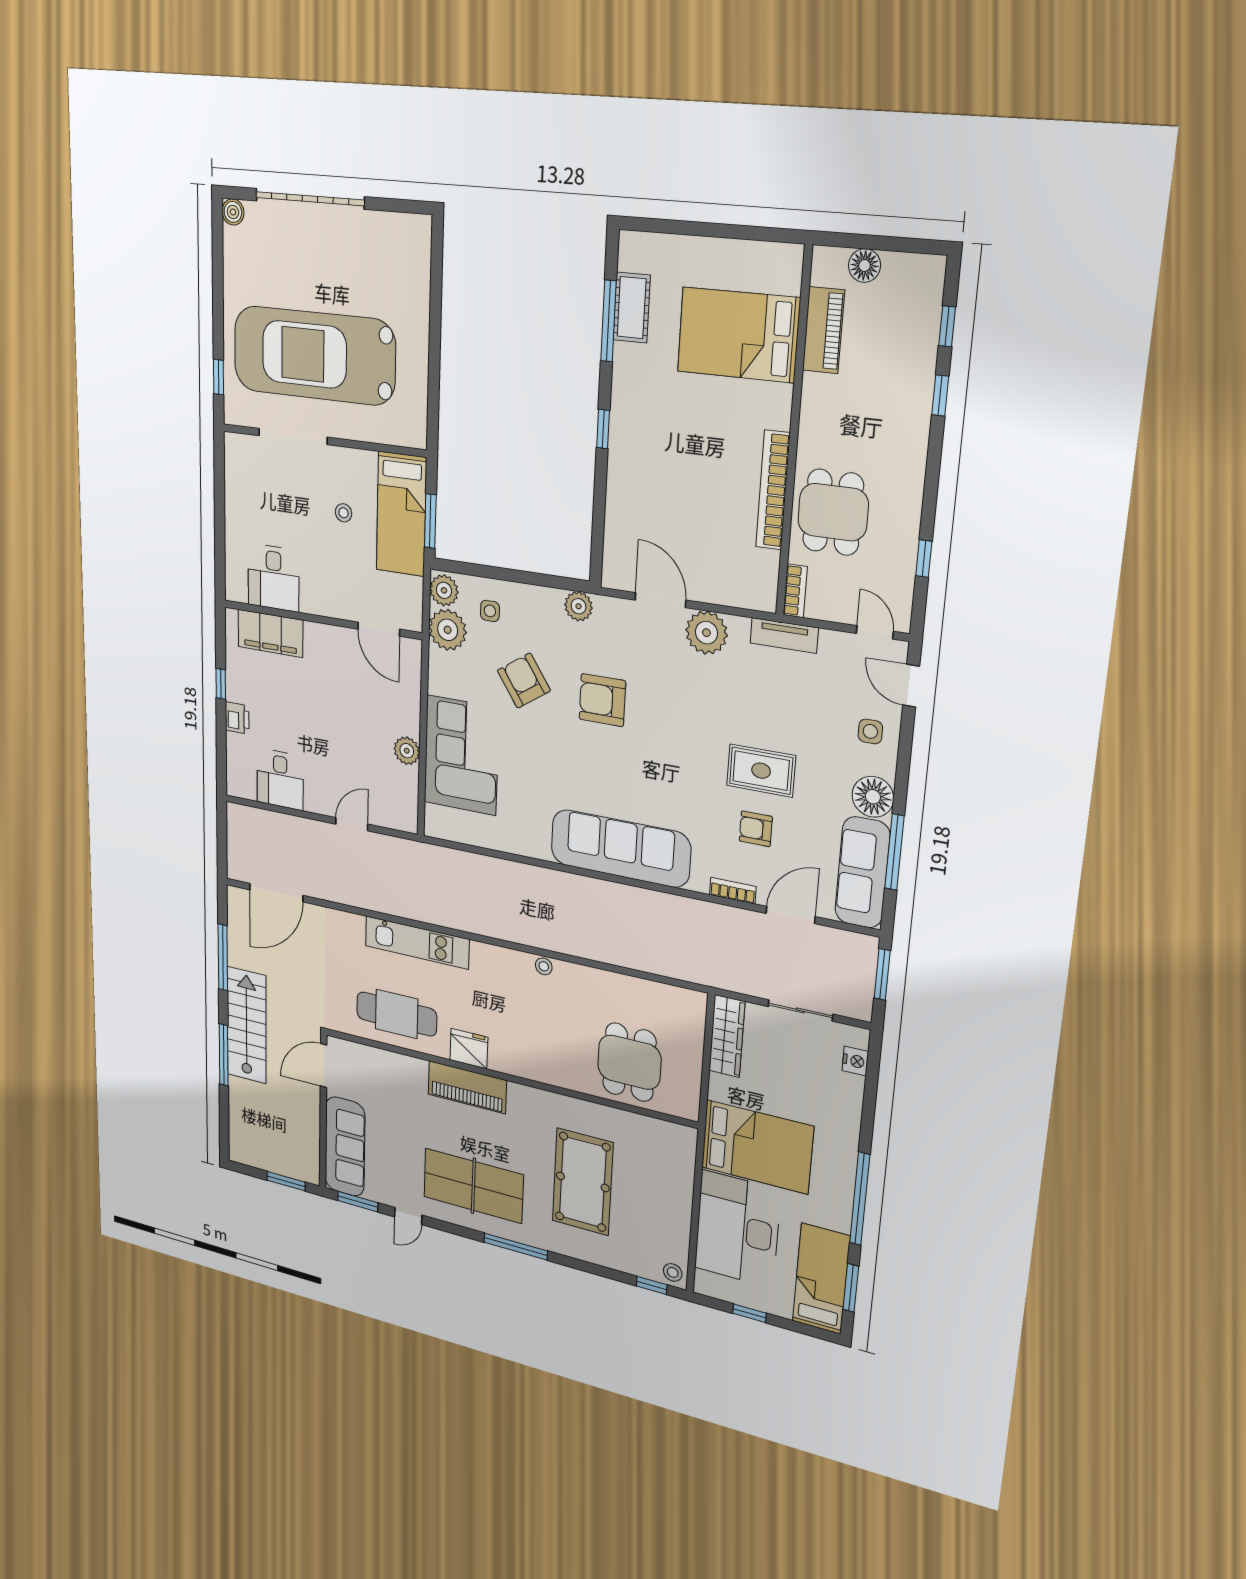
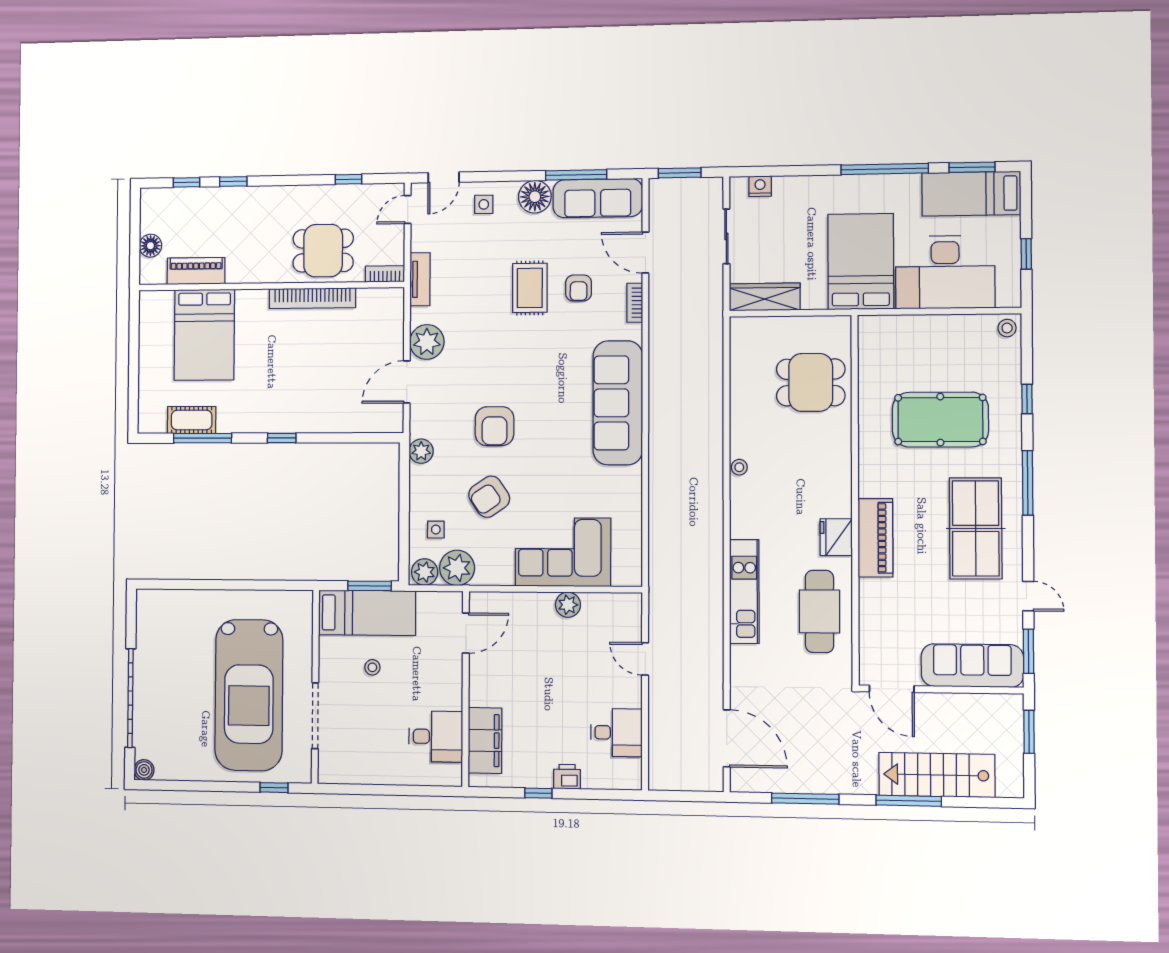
stairs: (247, 1025) -> (937, 775), moved
window: (652, 1285) -> (1027, 399), moved

